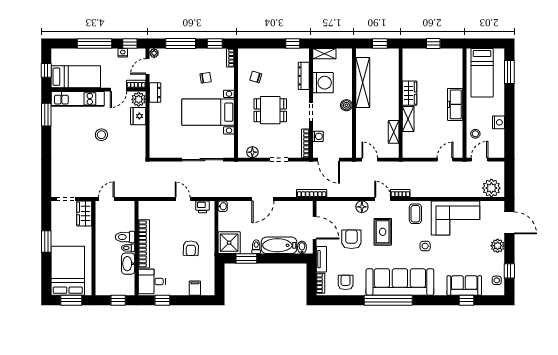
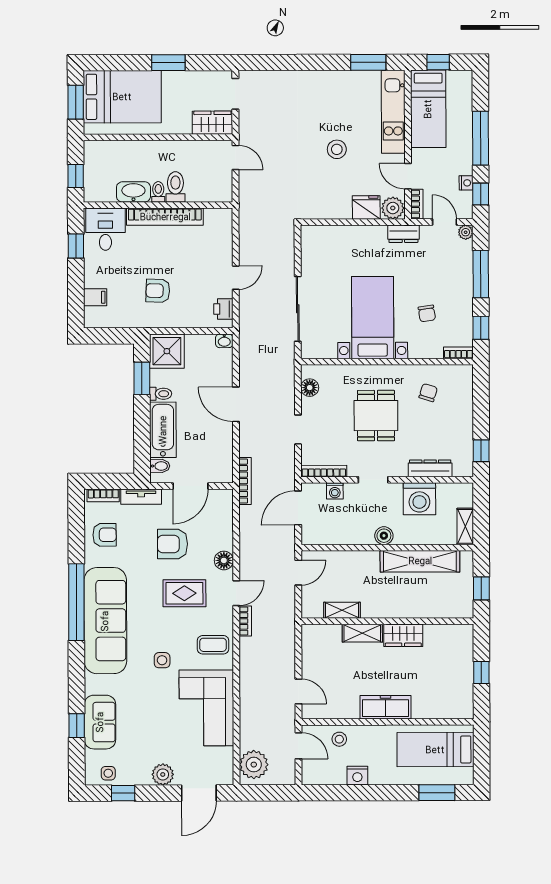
shelving: (324, 54) -> (465, 526), moved
armchair: (351, 239) -> (173, 544), turned 180

